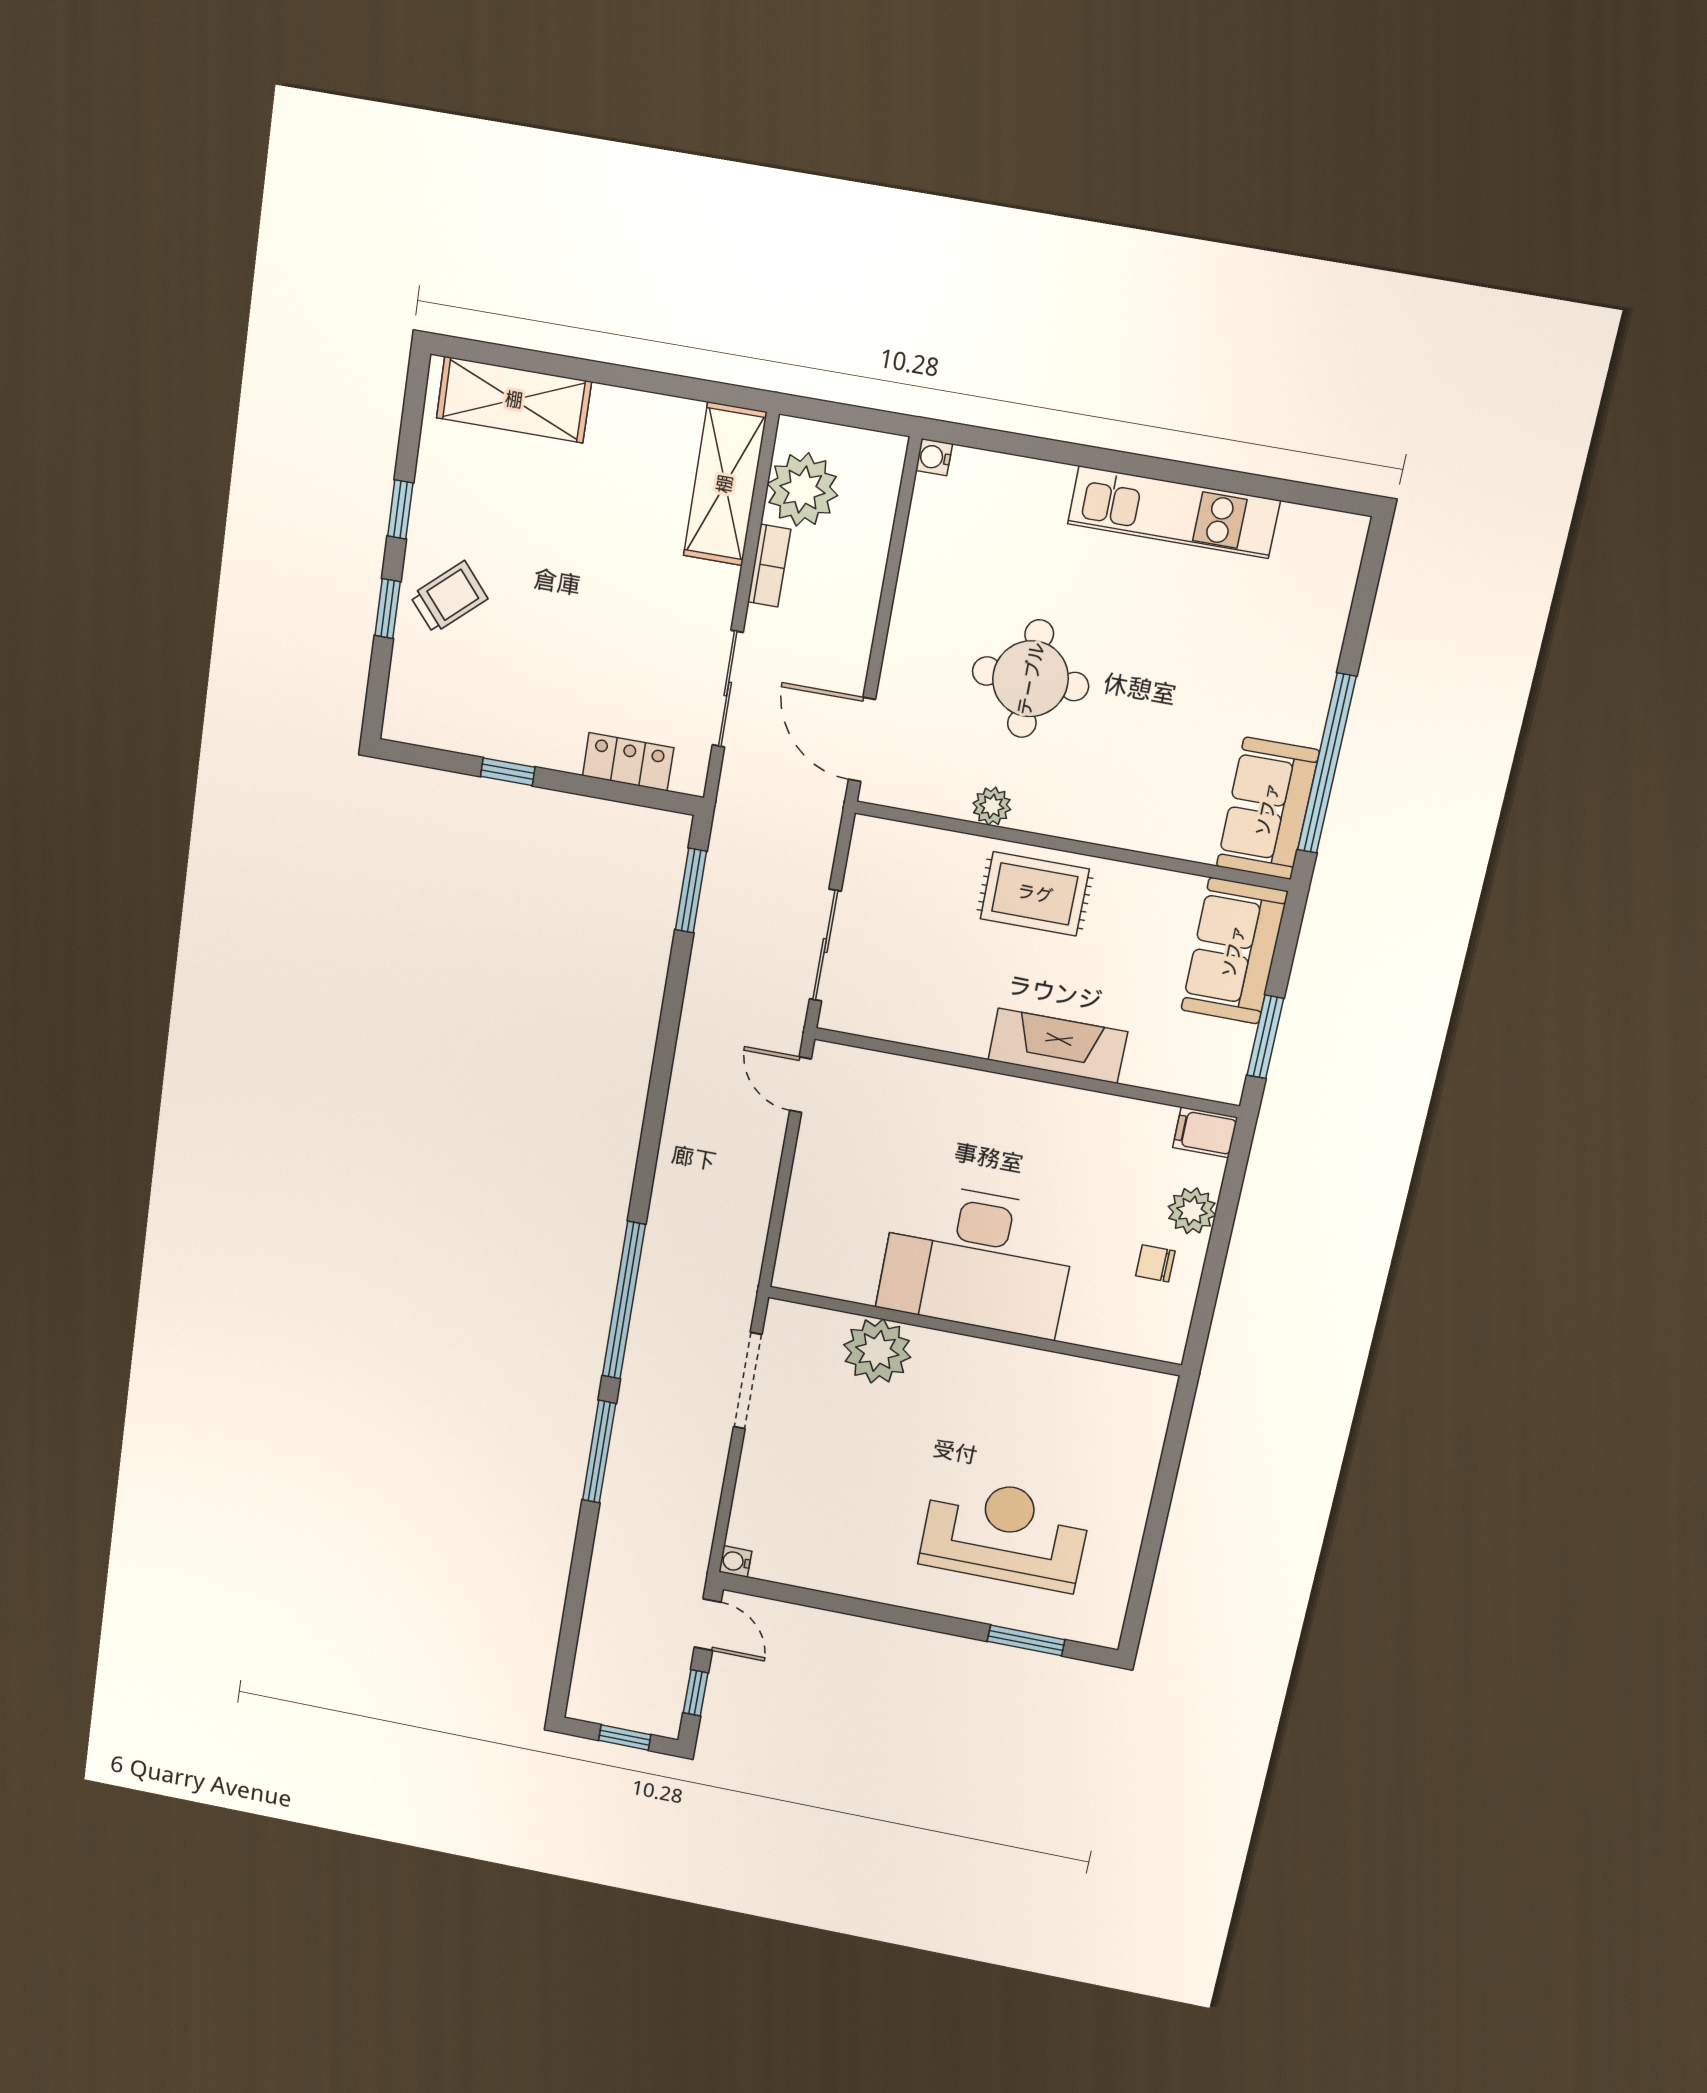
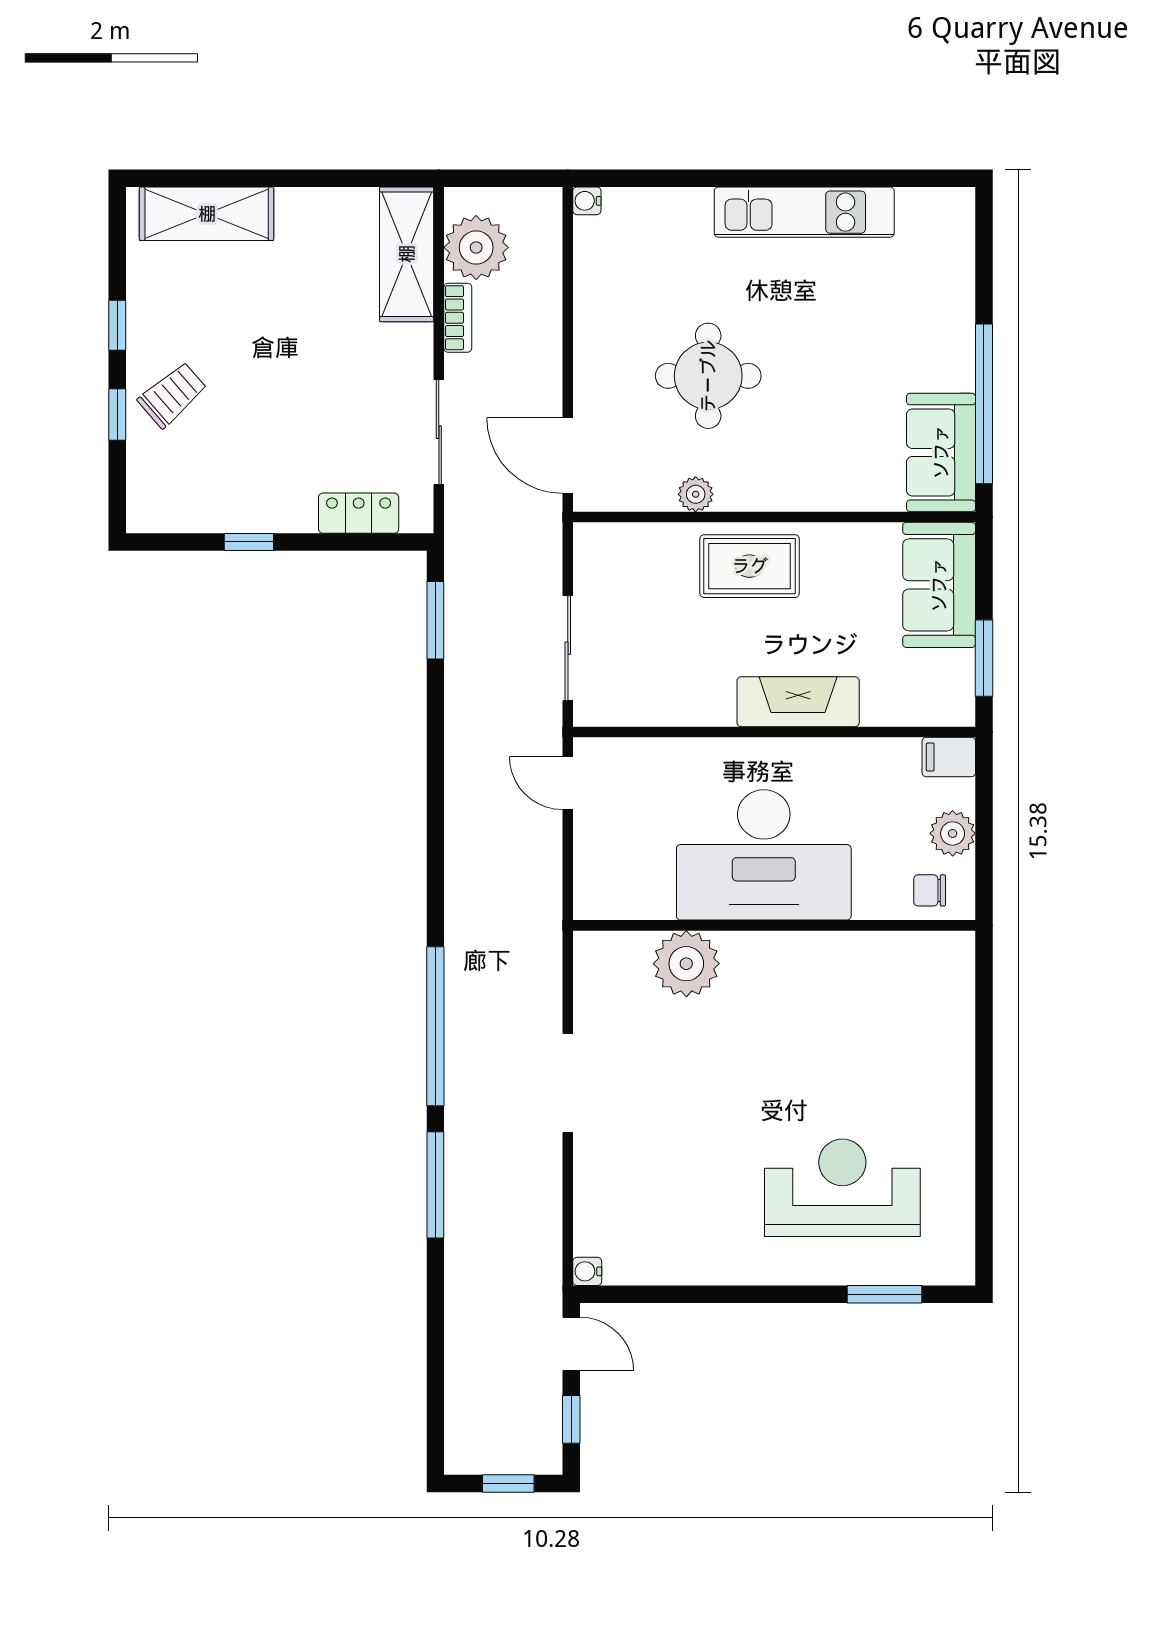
desk: (977, 1260) -> (764, 855), moved
wall: (974, 1331) -> (774, 925), moved
plant: (877, 1351) -> (686, 964), moved

